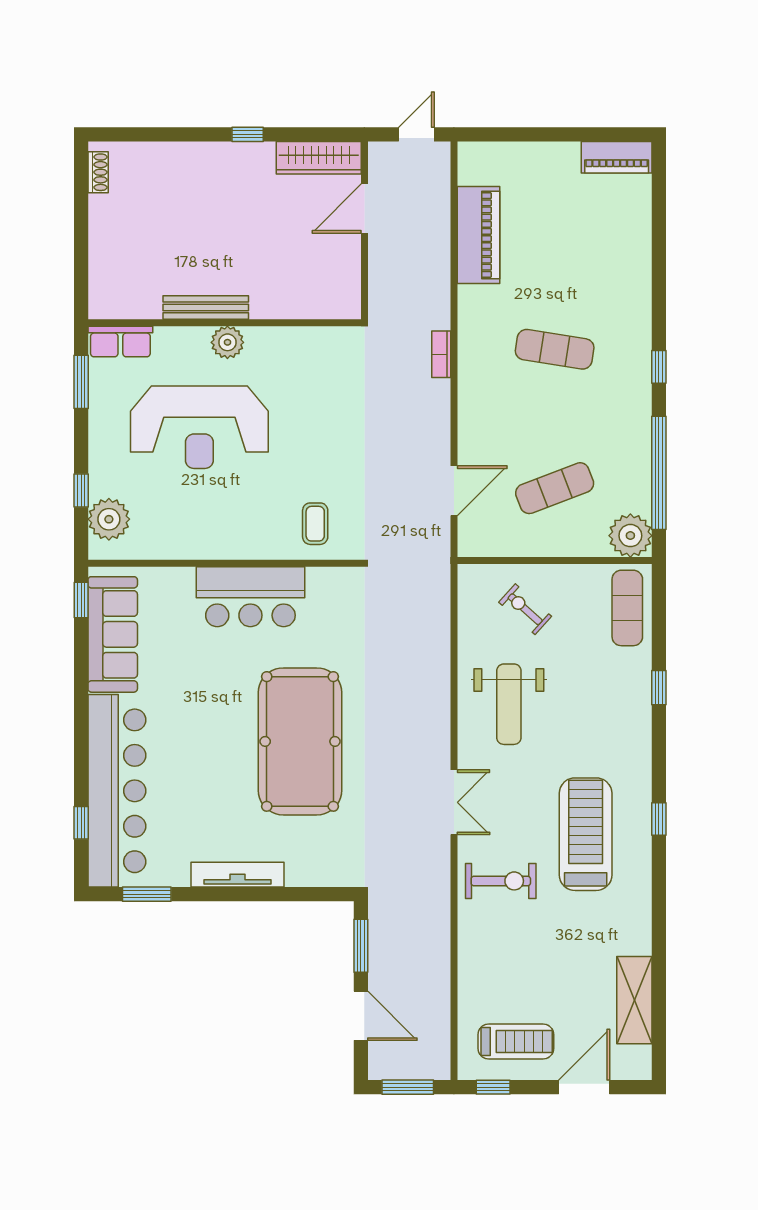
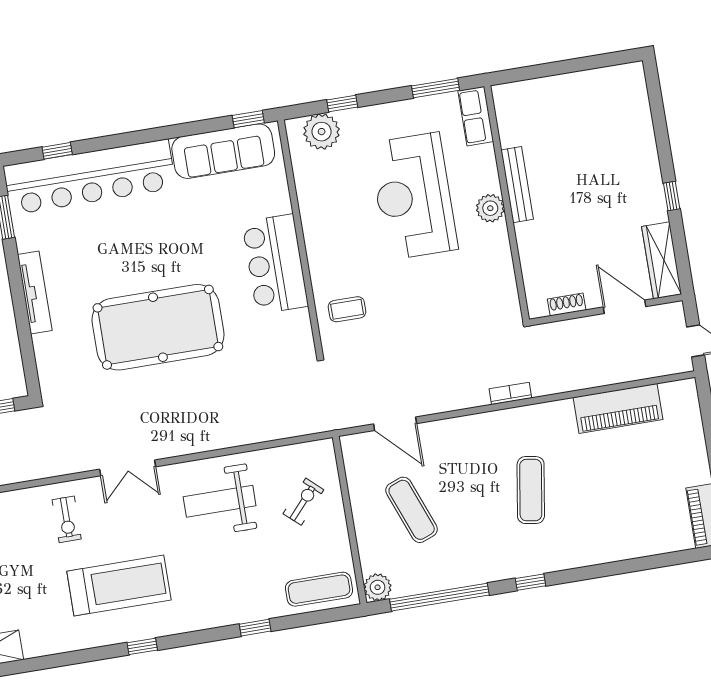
shoe rack: (98, 172) -> (567, 305), moved, turned 180
plant: (630, 536) -> (378, 587), width x0.73, depth x0.73
exercise bike: (501, 881) -> (67, 519), width x0.73, depth x0.72

